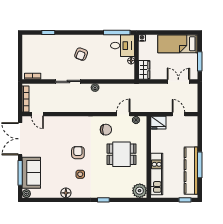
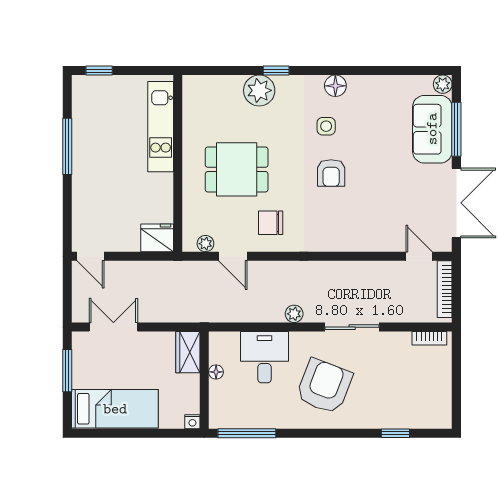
desk: (123, 46) -> (264, 357), moved, turned 90
armchair: (81, 54) -> (324, 386), width x1.88, depth x1.88
double door: (178, 81) -> (113, 327), swing flipped
door: (123, 114) -> (233, 256), hinge flipped
door: (179, 114) -> (90, 256), moved
kitchen counter: (191, 171) -> (86, 134), removed
plant: (140, 191) -> (259, 90), moved
floor lamp: (66, 193) -> (335, 86), moved

